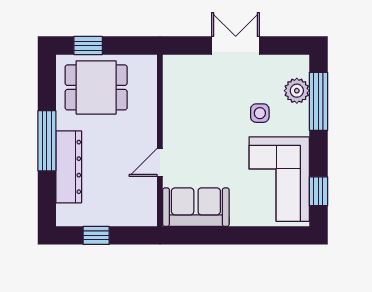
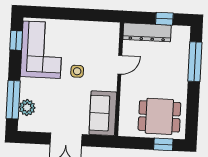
side table: (260, 113) -> (77, 71), moved
window: (47, 141) -> (195, 62), moved
dresser: (69, 167) -> (147, 32), moved, turned -90
sofa: (196, 207) -> (103, 113), moved, turned 90

